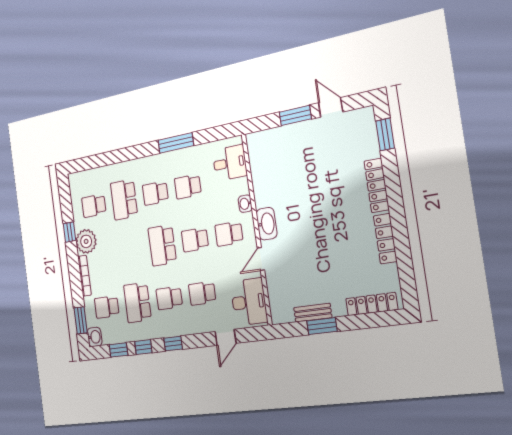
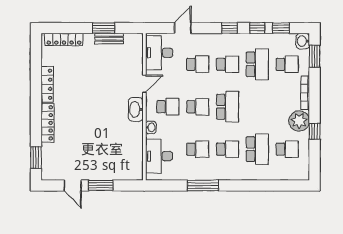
desk: (230, 163) -> (159, 156), width x1.37

